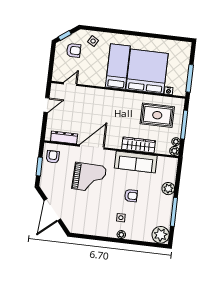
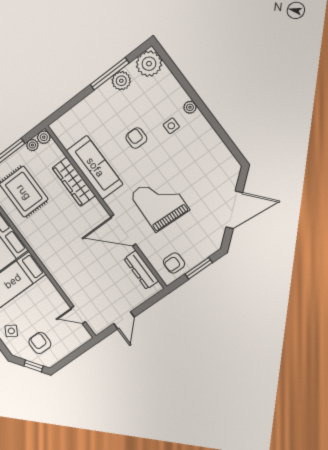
door: (46, 105) -> (124, 320), swing flipped
plant: (168, 189) -> (121, 81), moved

